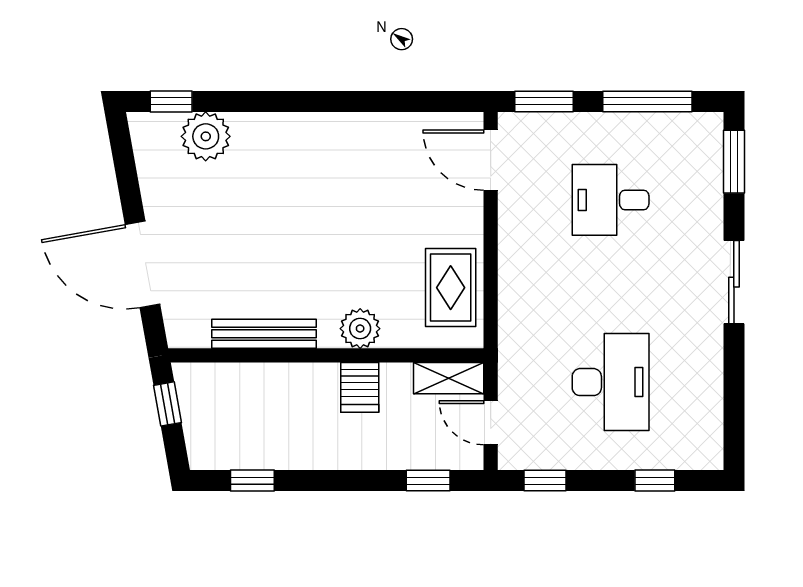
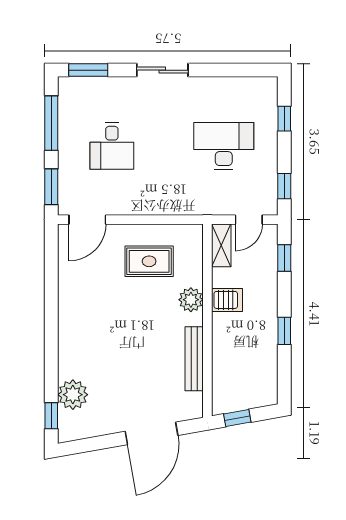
rug: (451, 288) -> (149, 261), moved
window: (252, 481) -> (284, 331), moved

